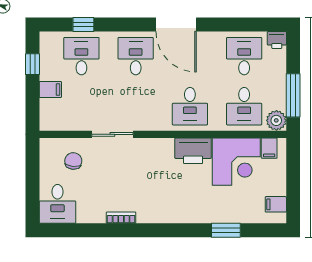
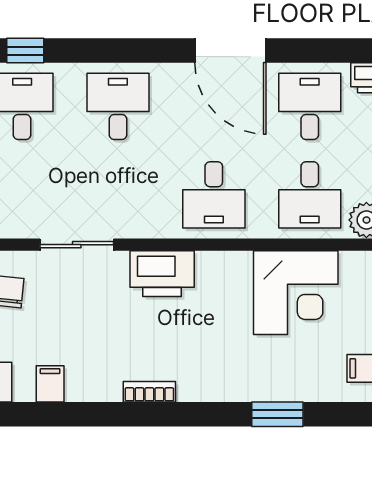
door: (176, 25) -> (230, 51), moved
filing cabinet: (269, 148) -> (50, 384), moved, turned 180
printer: (193, 151) -> (162, 274), moved
bookcase: (121, 218) -> (149, 392), moved

